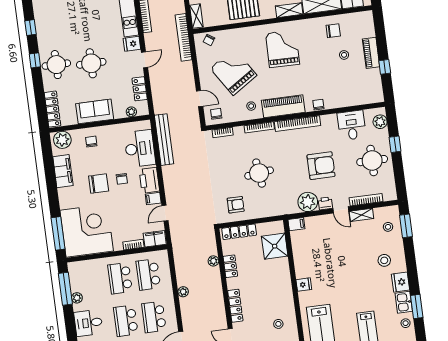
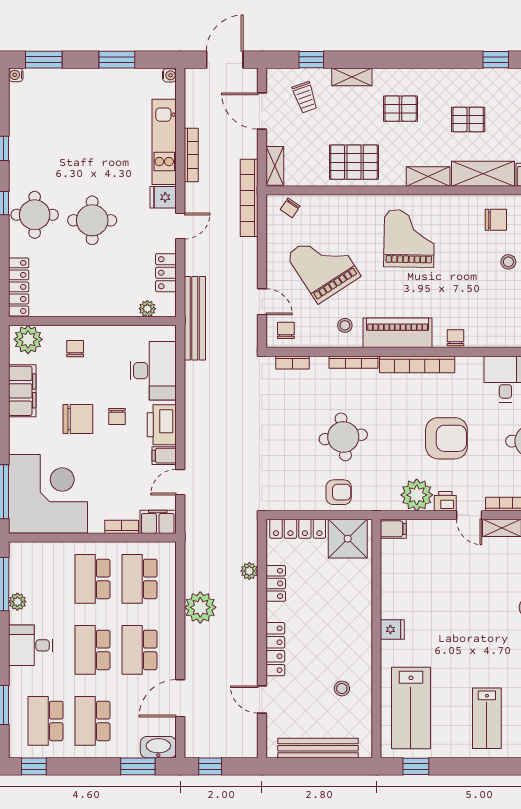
sofa: (95, 111) -> (87, 300), removed
bench: (164, 140) -> (195, 318), moved
armchair: (236, 205) -> (339, 492), moved
shower: (275, 246) -> (348, 539), moved
plant: (183, 292) -> (200, 607), width x1.88, depth x1.88

